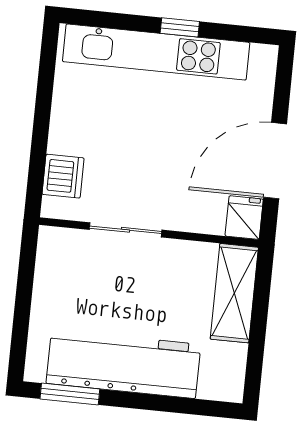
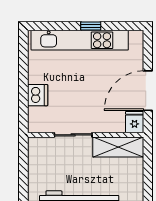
dishwasher: (63, 176) -> (38, 95), moved
shelving: (234, 293) -> (118, 147), moved, turned 90

